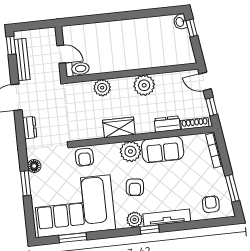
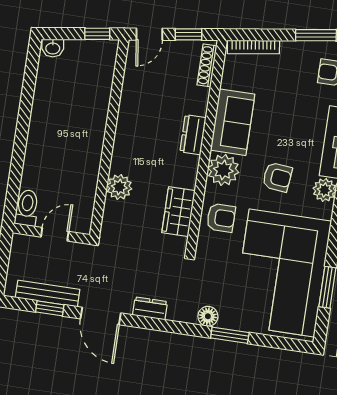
window: (192, 28) -> (97, 34), moved
window: (11, 45) -> (50, 308), moved
toilet: (77, 69) -> (27, 208), moved
plant: (144, 85) -> (132, 125), removed
dresser: (167, 124) -> (193, 135), moved
wardrobe: (119, 127) -> (179, 212), moved
armchair: (84, 157) -> (221, 218), moved

